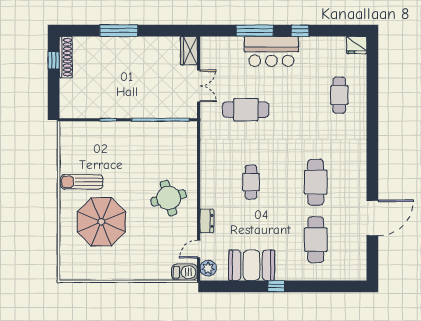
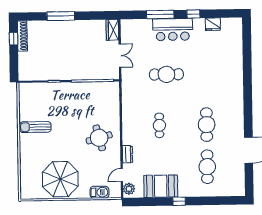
fridge: (357, 45) -> (213, 24), moved
cafe table: (339, 95) -> (223, 61), removed
cafe table: (246, 110) -> (166, 74), moved
parasol: (101, 222) -> (60, 179), moved
barbecue: (184, 272) -> (99, 192), moved

